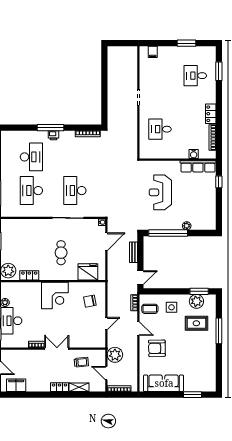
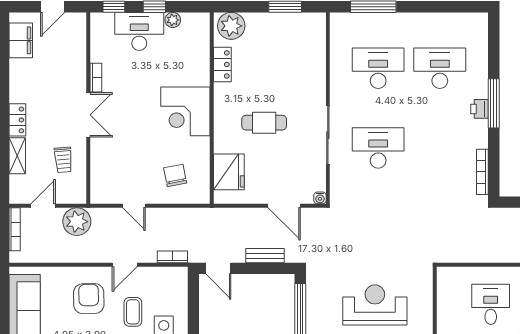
desk: (31, 157) -> (440, 68), turned 180
coffee table: (150, 309) -> (133, 312), moved

